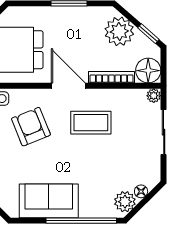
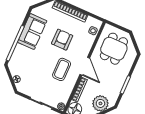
door: (68, 86) -> (85, 66), hinge flipped
armchair: (31, 127) -> (62, 40), moved, turned -68
plant: (125, 202) -> (15, 69), removed

